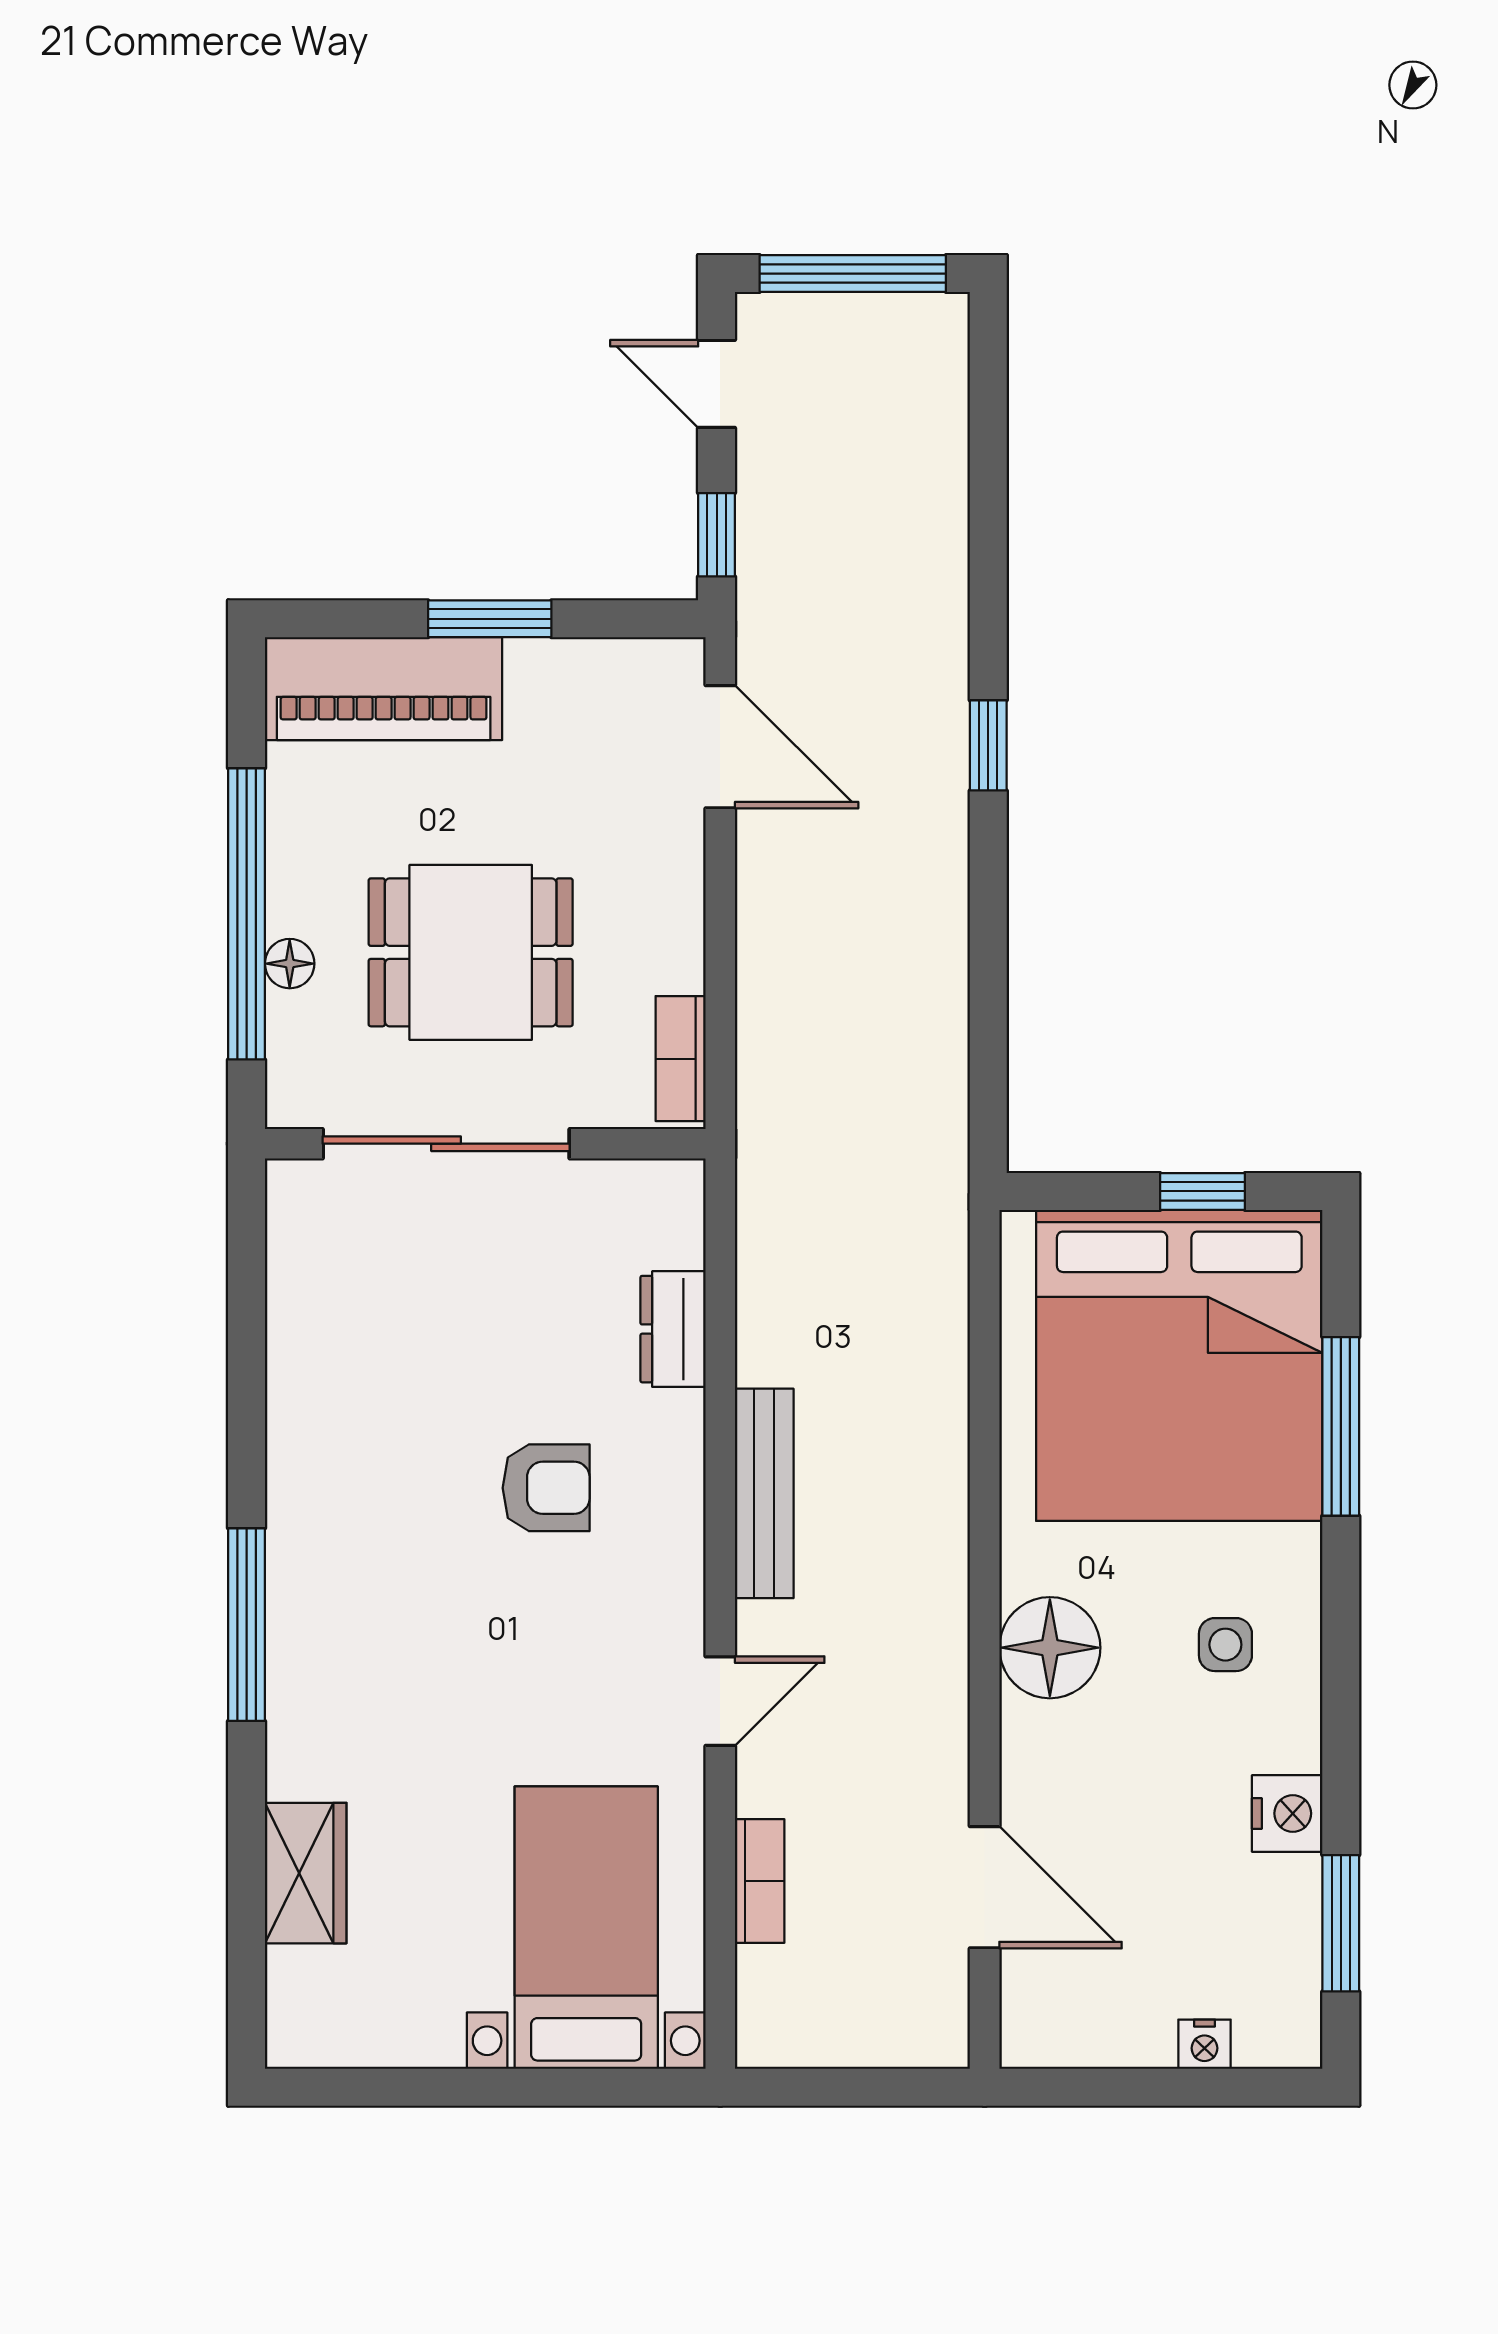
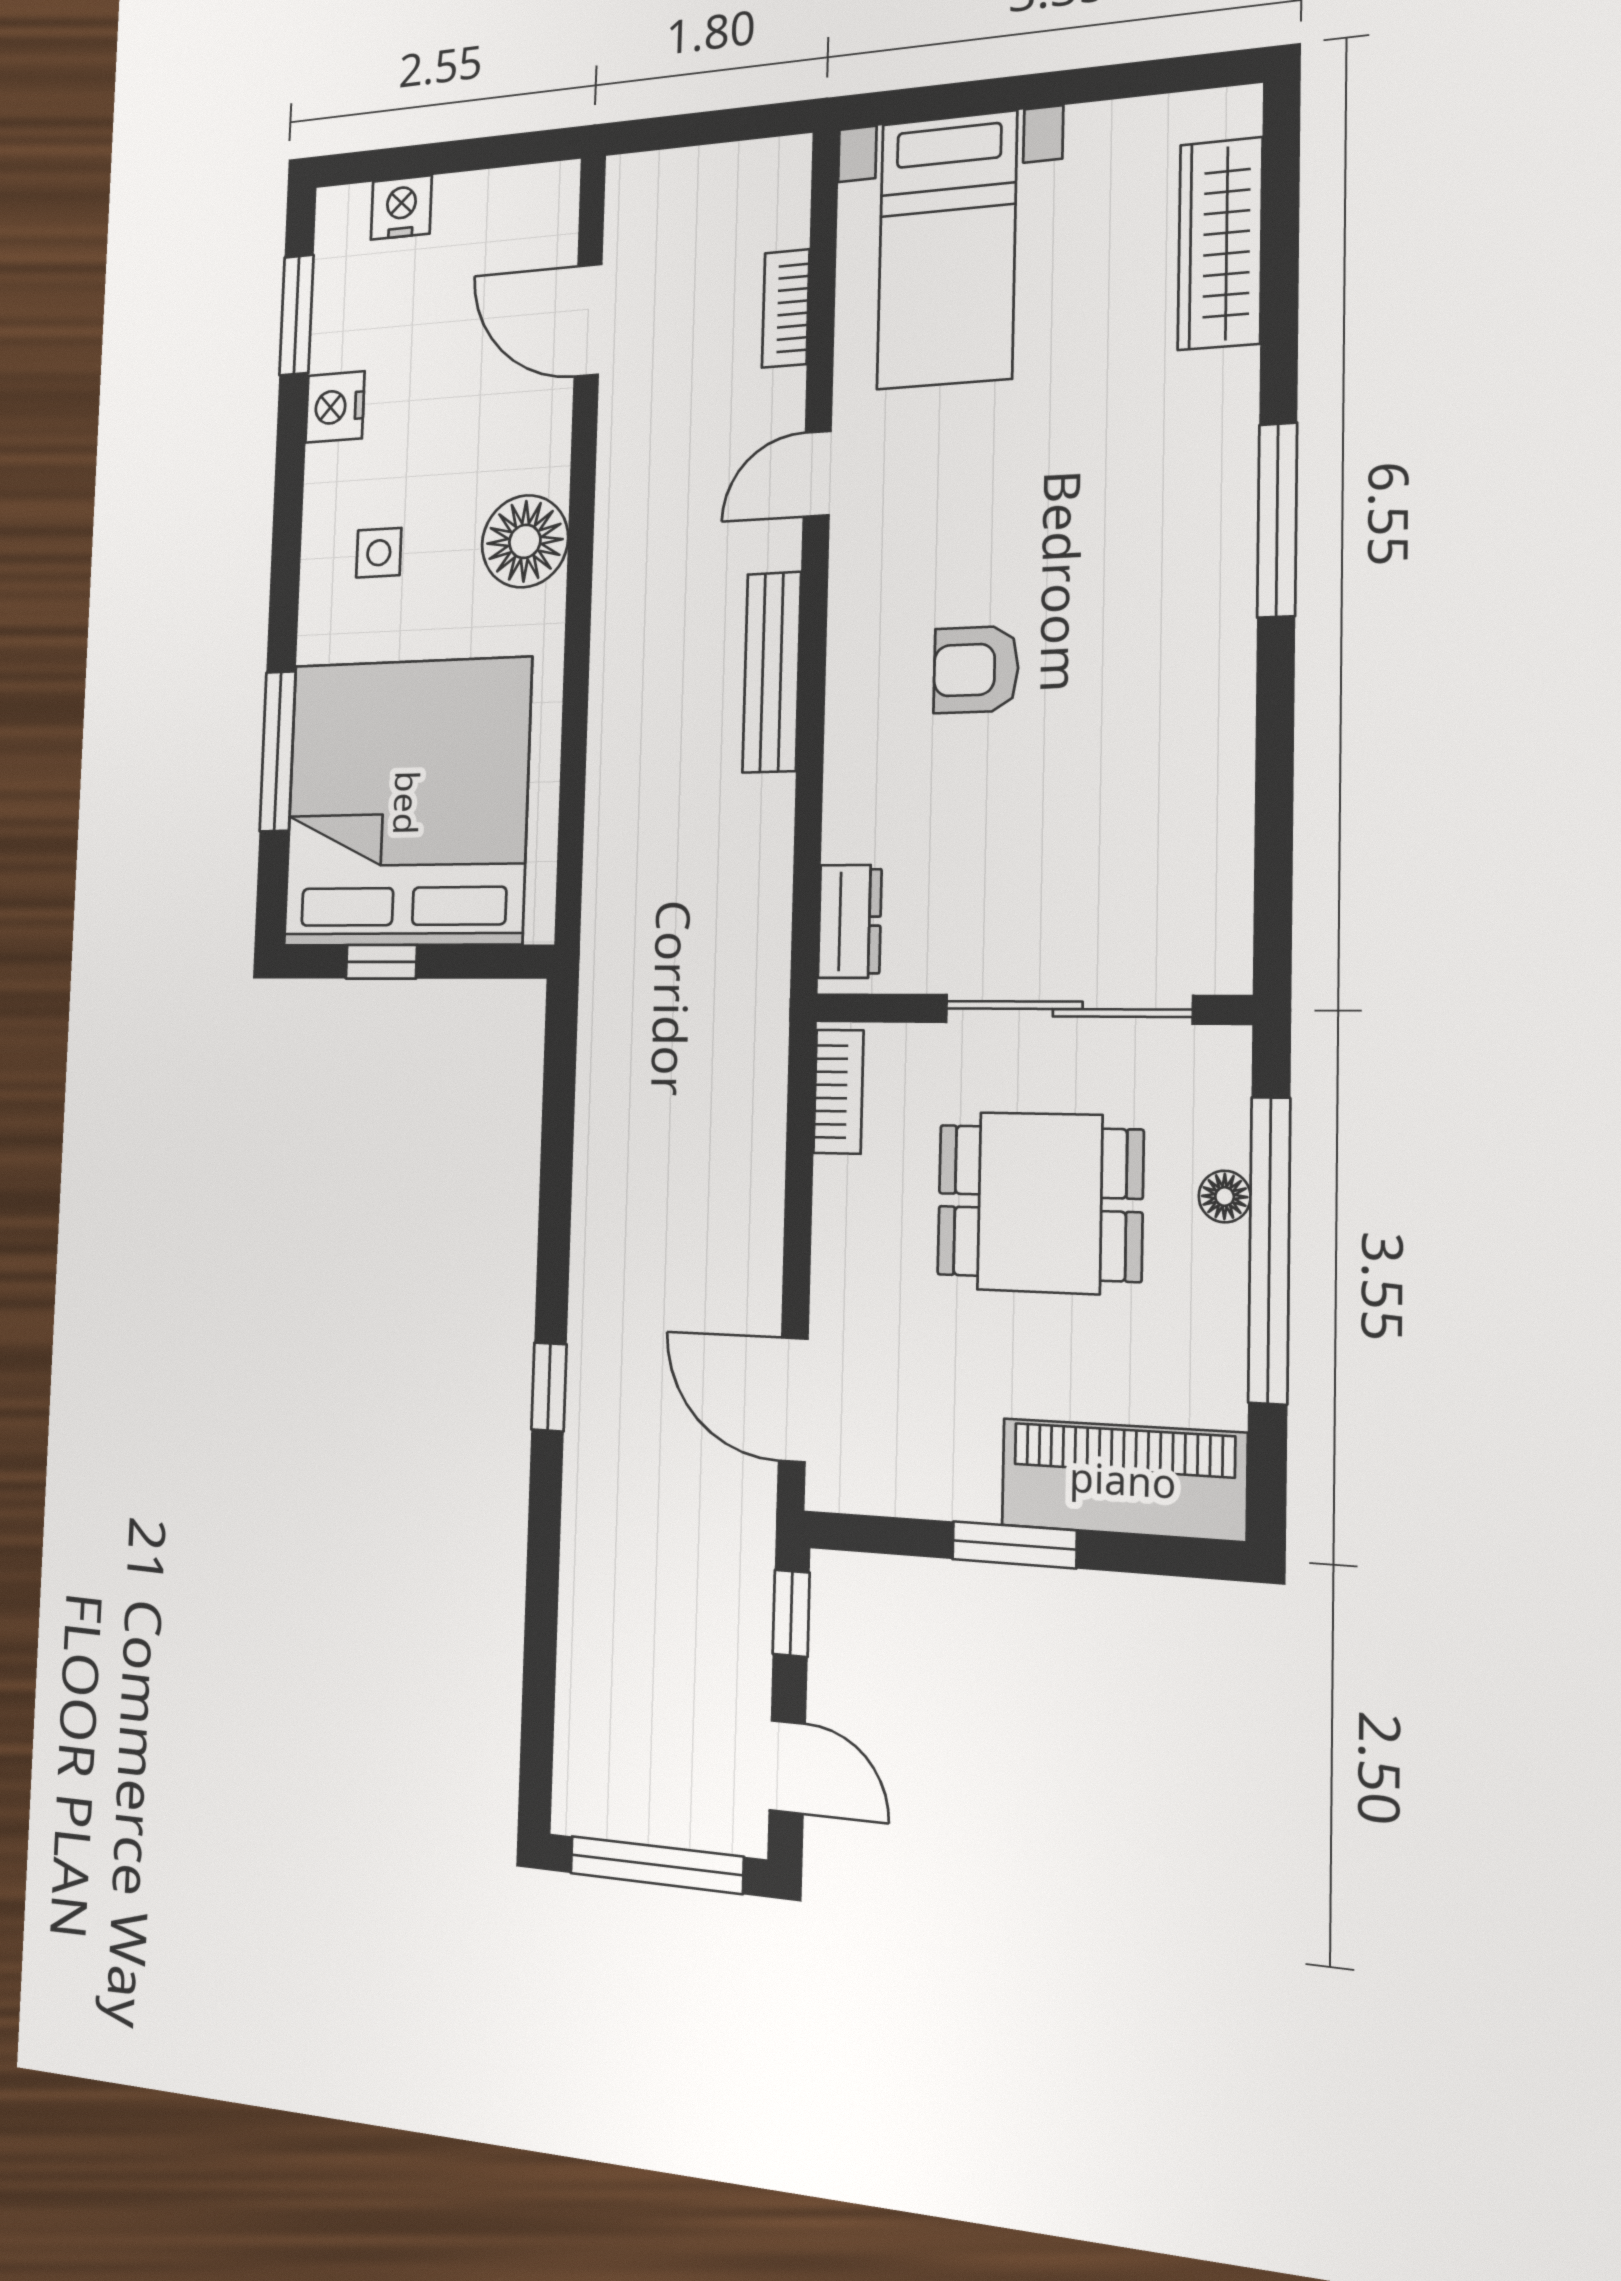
dresser: (673, 1329) -> (850, 921), moved
wardrobe: (306, 1873) -> (1220, 244), width x1.50
nightstand: (1204, 2044) -> (401, 207), width x1.39, depth x1.35

